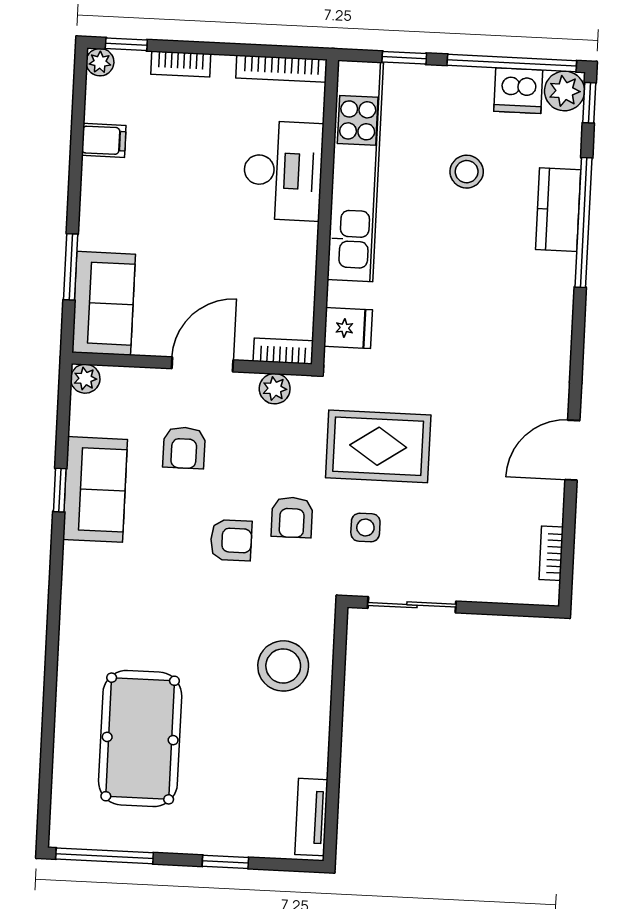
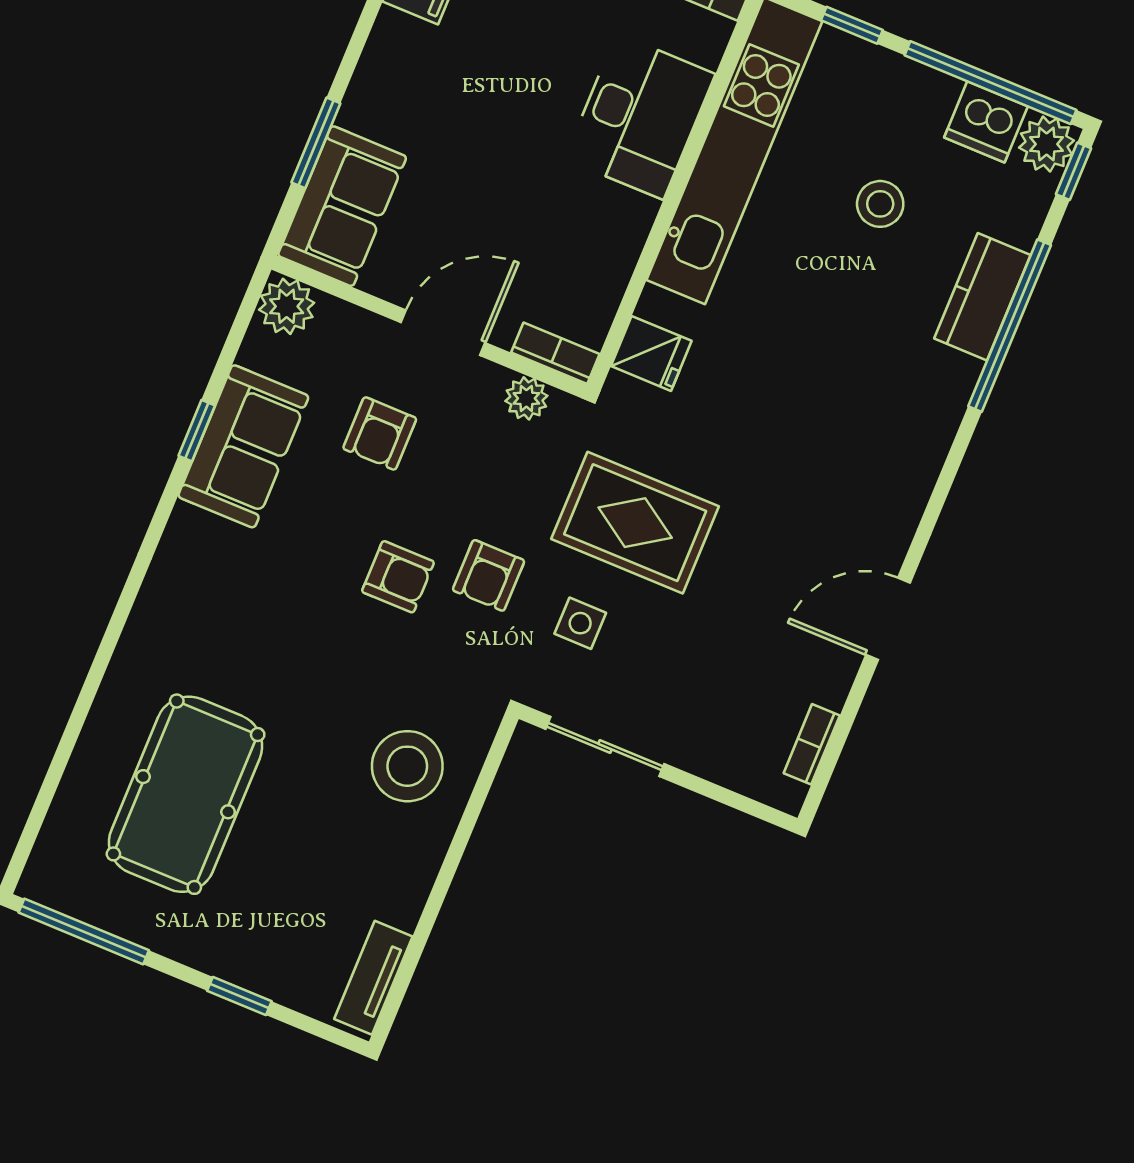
plant: (85, 379) -> (287, 306), width x1.38, depth x1.38

